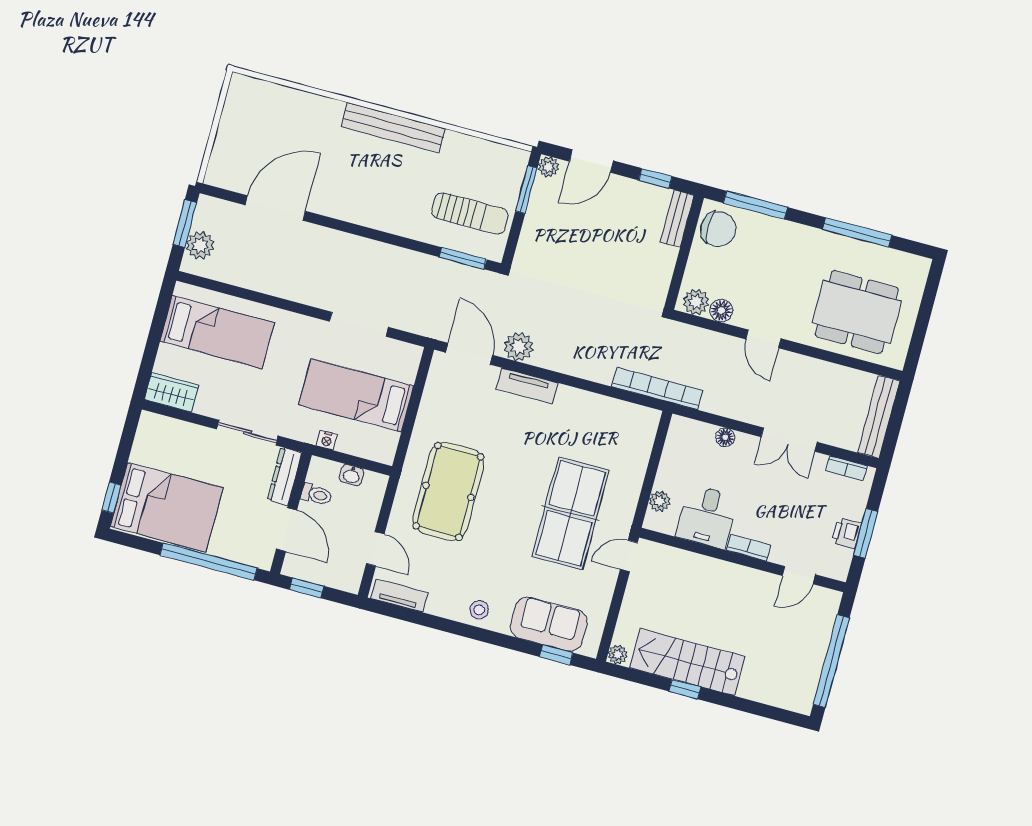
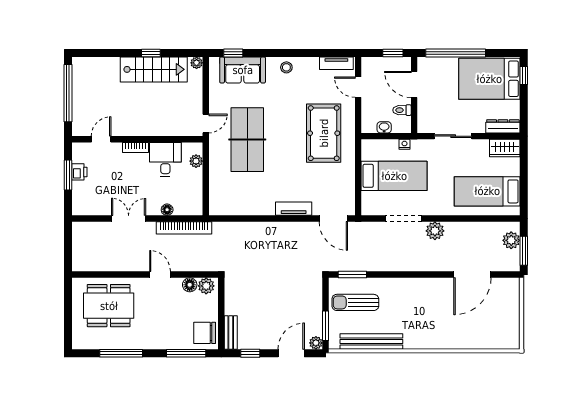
bench: (393, 128) -> (371, 341), moved
plant: (519, 347) -> (435, 231), moved
bookcase: (657, 389) -> (184, 228), moved
bench: (879, 417) -> (79, 246), removed
bookcase: (847, 468) -> (90, 211), removed
dresser: (285, 476) -> (503, 126), moved, turned -90

